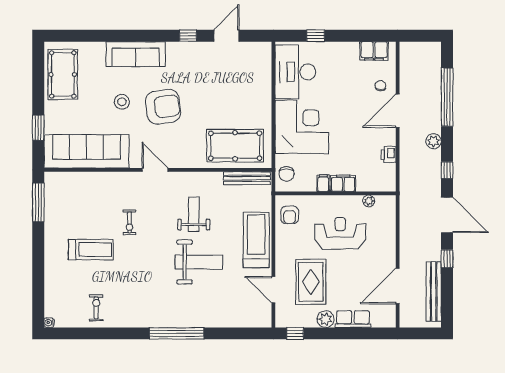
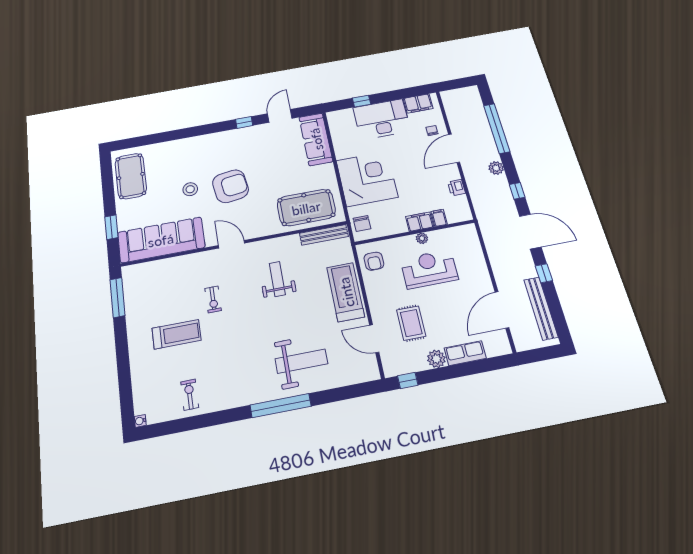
sofa: (136, 54) -> (316, 139), moved, turned 90
desk: (295, 72) -> (382, 119), moved, turned 90
filing cabinet: (323, 183) -> (439, 218), moved
plant: (369, 201) -> (422, 238), moved
weight bench: (199, 262) -> (301, 361), moved
rug: (311, 282) -> (411, 323), width x0.73, depth x0.70

